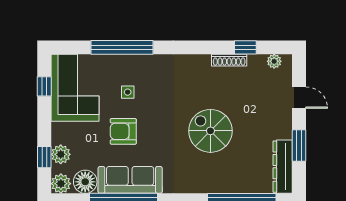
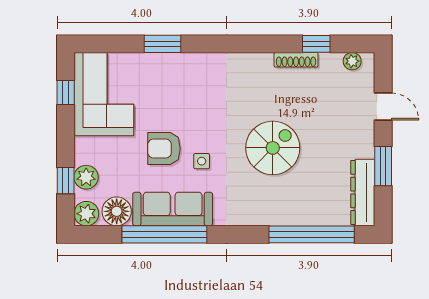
window: (122, 47) -> (162, 44), width x0.47
side table: (128, 92) -> (202, 161), moved
spiral stairs: (210, 131) -> (273, 148), turned 90

